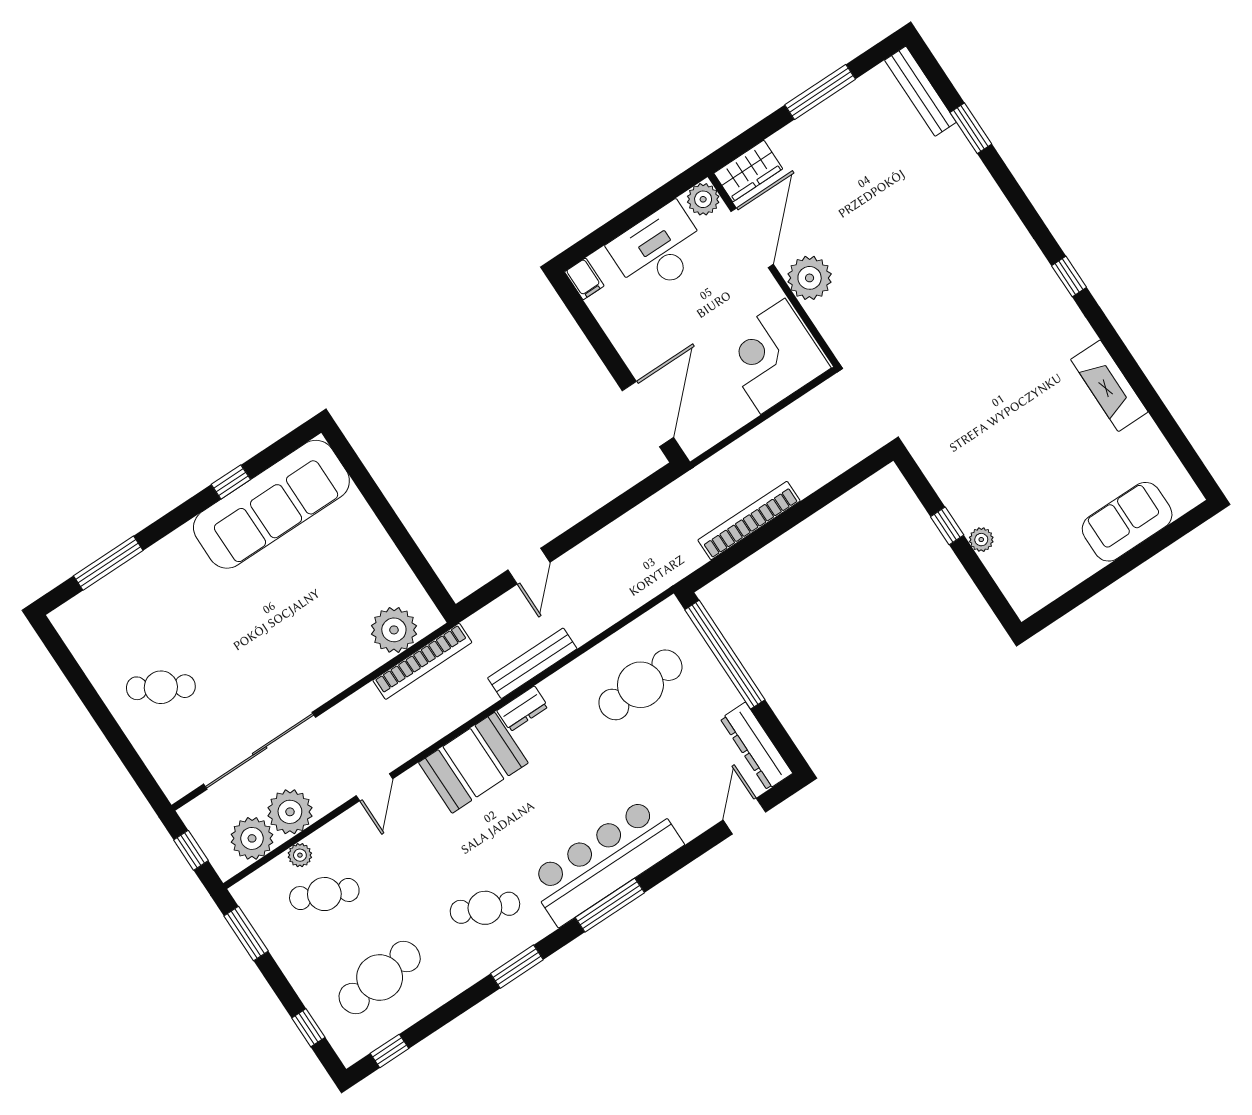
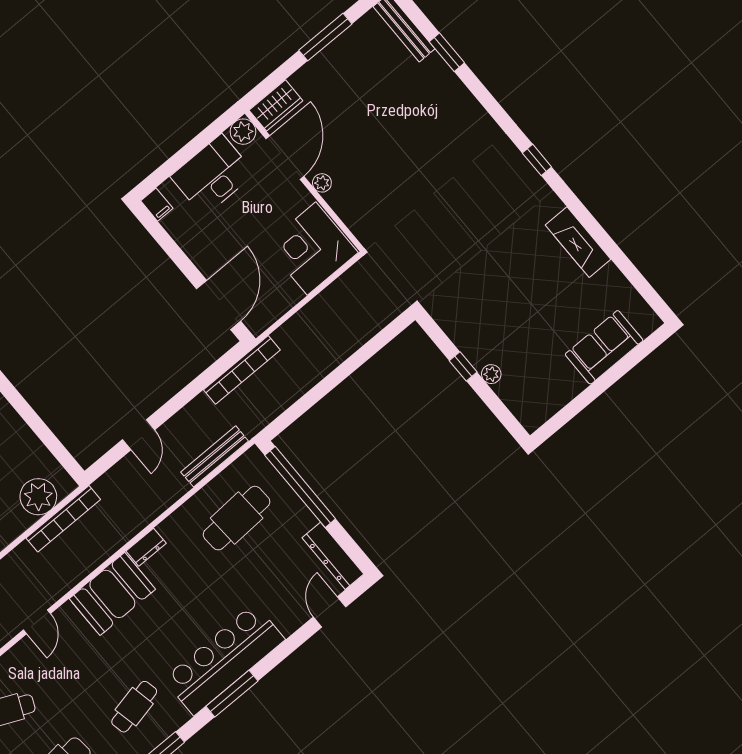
plant: (810, 278) -> (322, 183), width x0.53, depth x0.53
bookcase: (749, 521) -> (242, 370), moved, turned 180
bench: (532, 663) -> (215, 456), moved
cafe table: (485, 908) -> (134, 707), turned -36

